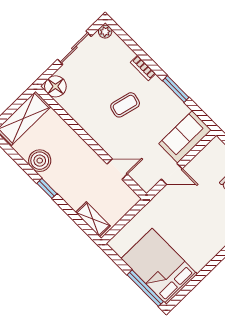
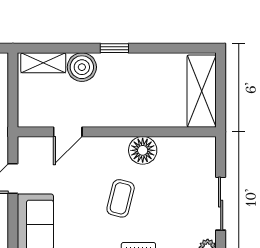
floor lamp: (55, 86) -> (143, 150), moved
boiler: (40, 161) -> (82, 67), moved

